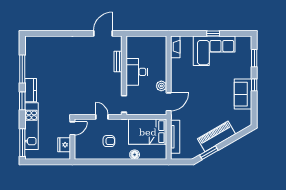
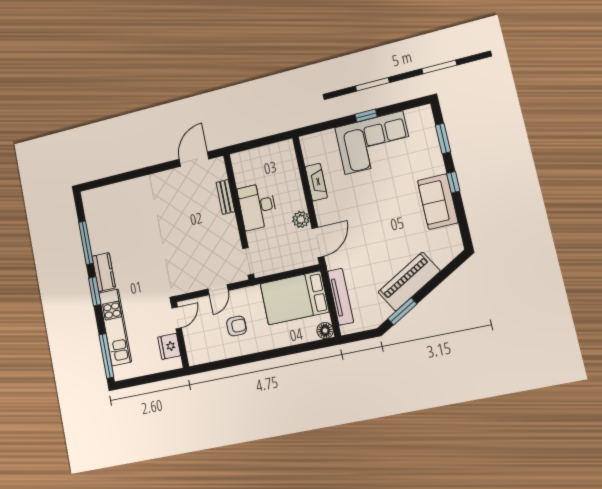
fireplace: (175, 47) -> (316, 182), moved
door: (102, 117) -> (218, 290), swing flipped
floor lamp: (135, 155) -> (325, 331), moved

